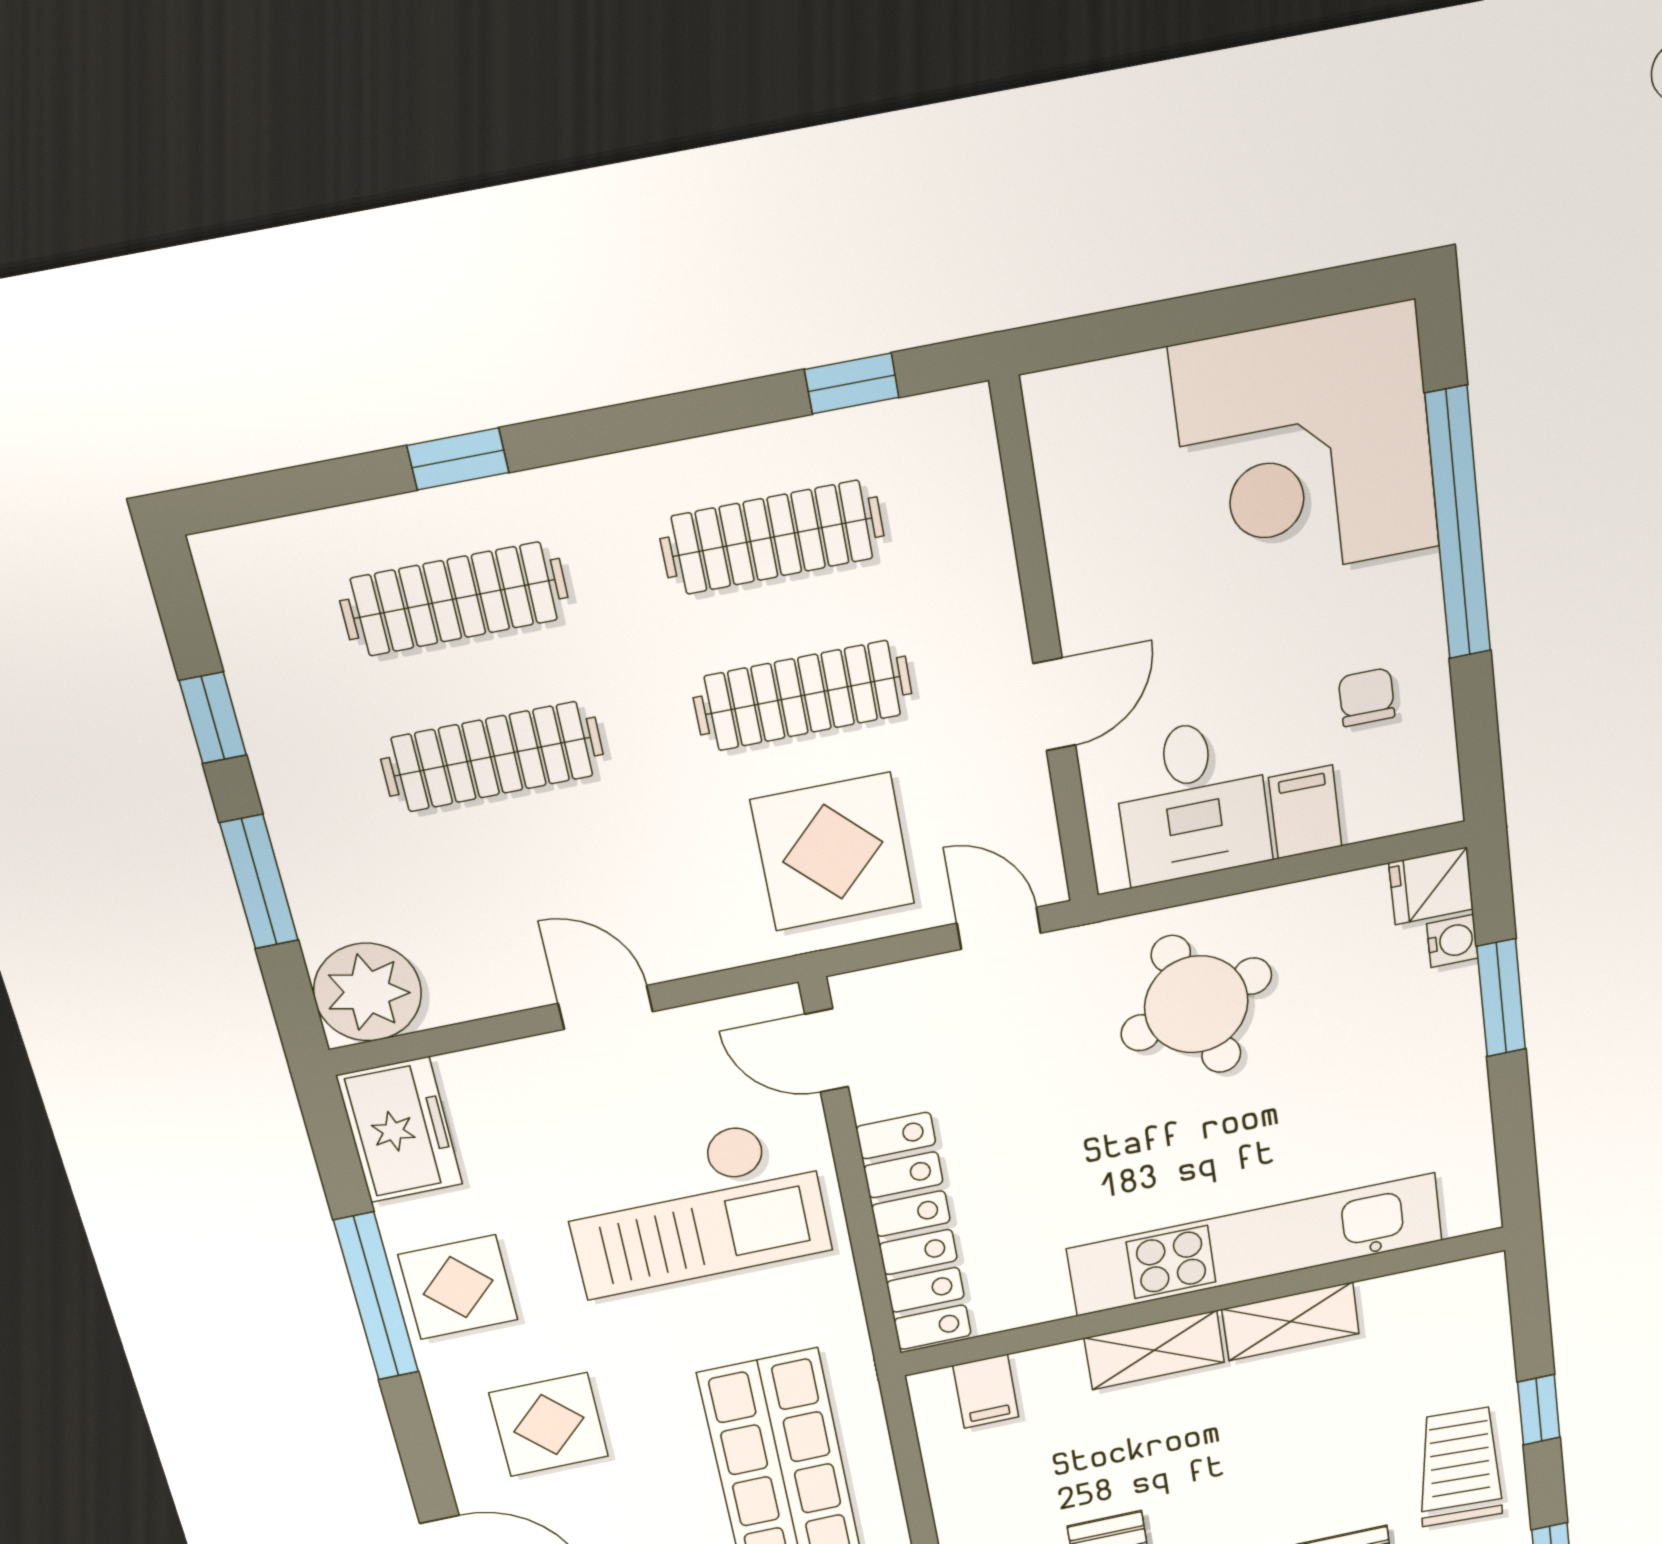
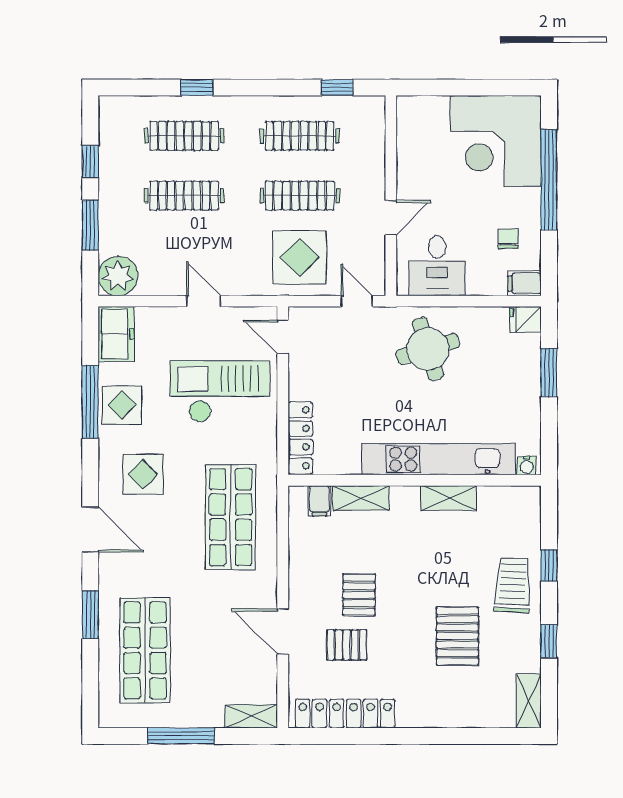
filing cabinet: (1305, 812) -> (524, 283), moved, turned -90
water cooler: (1452, 941) -> (527, 466), moved, turned 90
checkout: (695, 1207) -> (220, 391), turned 180
locker: (914, 1233) -> (300, 438), width x0.71, depth x0.83
shelving: (1154, 1350) -> (361, 498), moved

